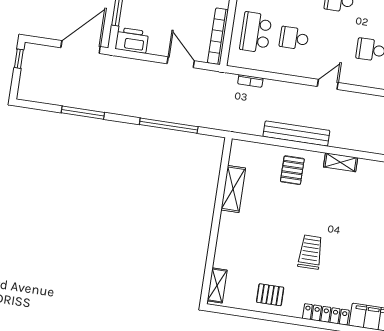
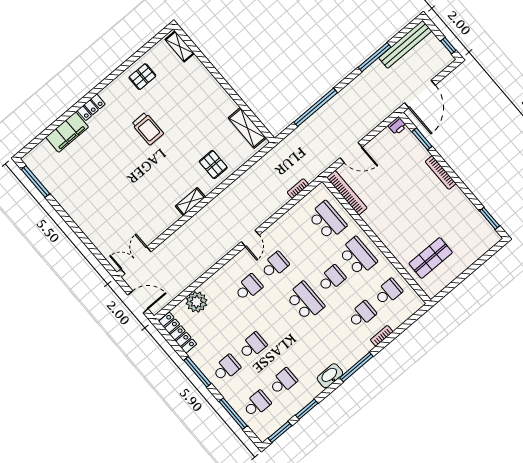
school desk: (294, 38) -> (275, 265), moved
printer: (132, 40) -> (397, 126), width x0.53, depth x0.68
bench: (296, 133) -> (405, 44), moved
shelving: (233, 189) -> (247, 128), moved
locker: (326, 314) -> (91, 107), width x0.66

